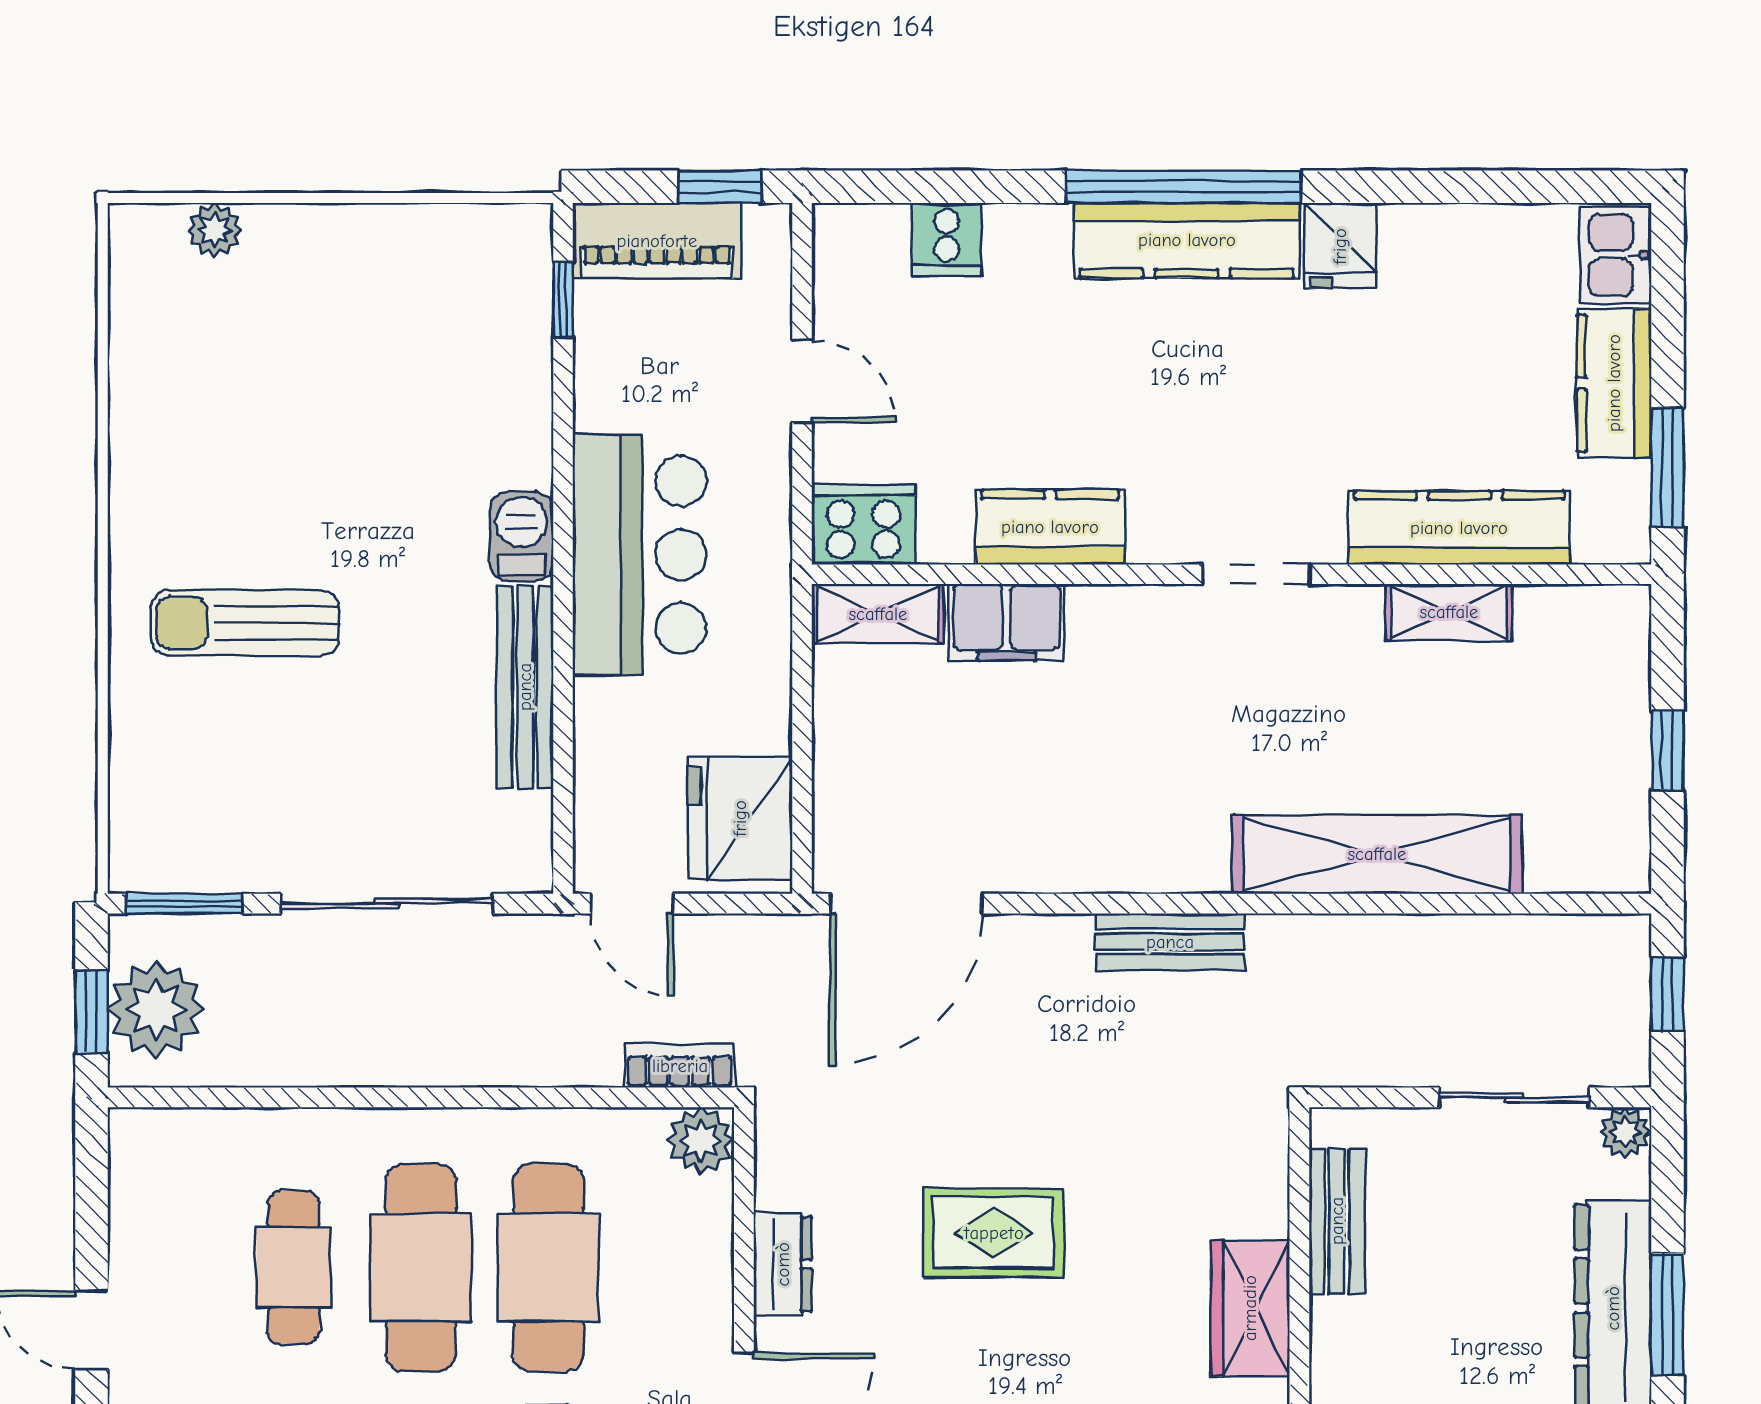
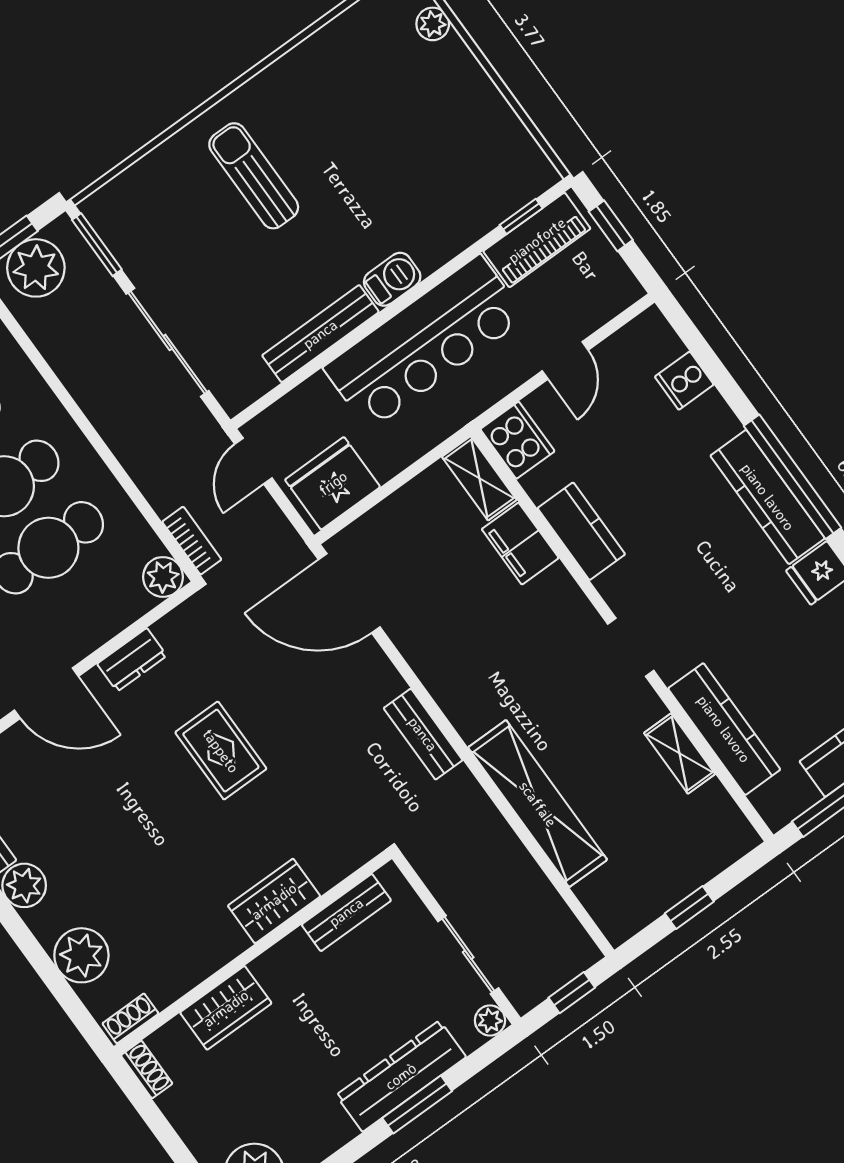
window: (720, 187) -> (611, 226), moved
piano: (657, 241) -> (537, 240), moved, turned -90
bar counter: (640, 555) -> (425, 343), width x1.36

